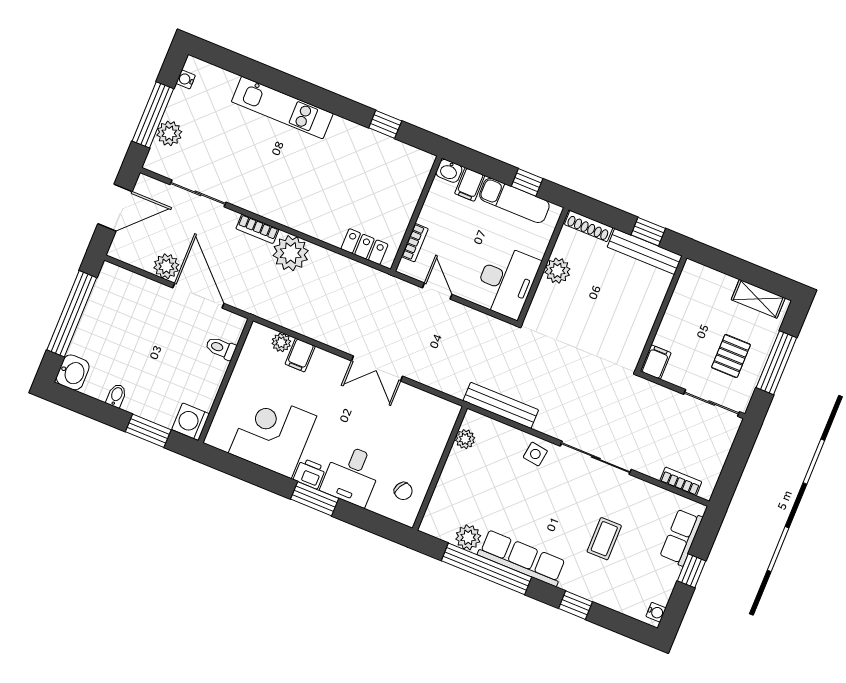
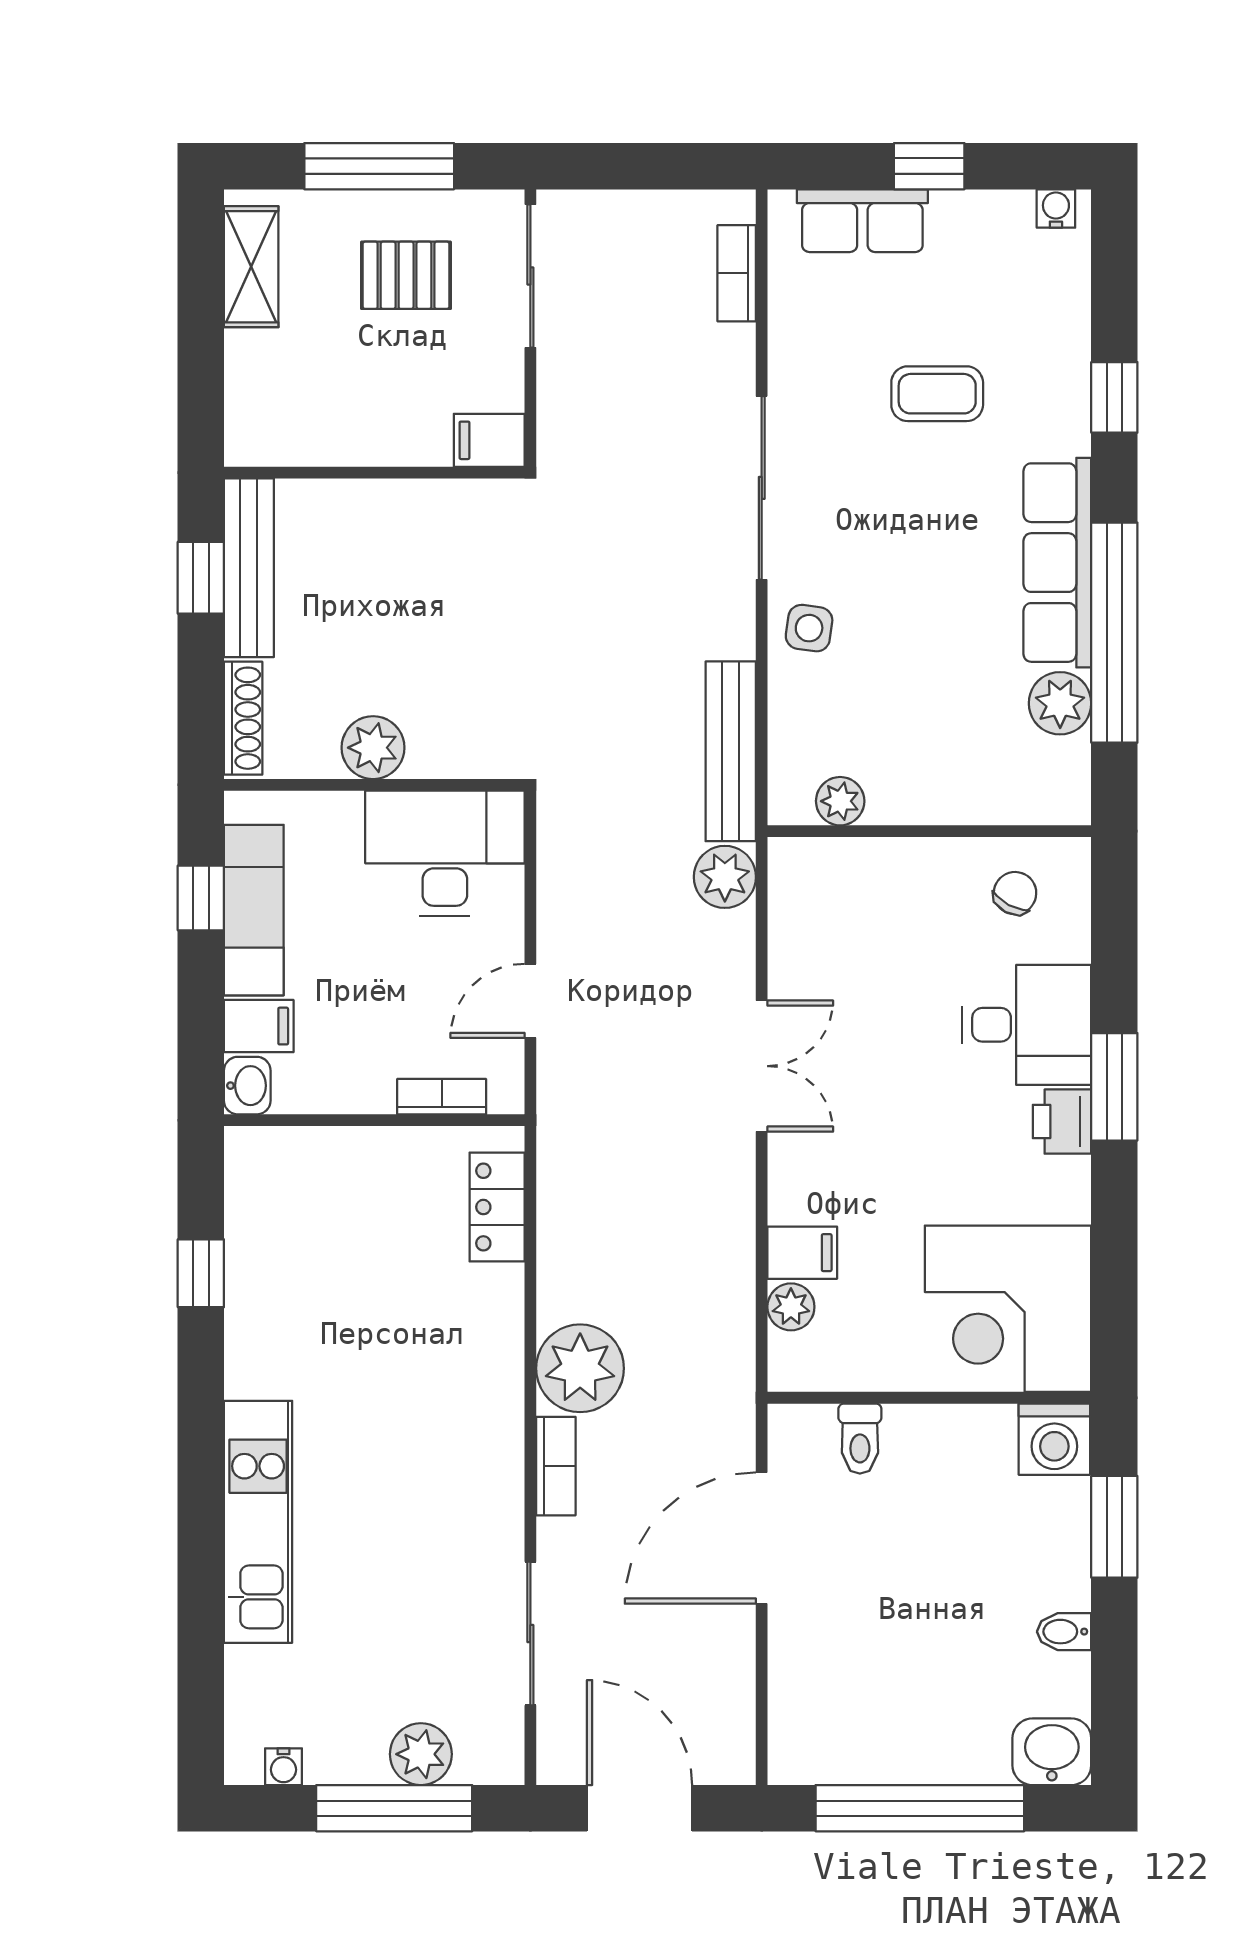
plant: (166, 266) -> (725, 877), moved
corner desk: (273, 435) -> (1008, 1309), moved

